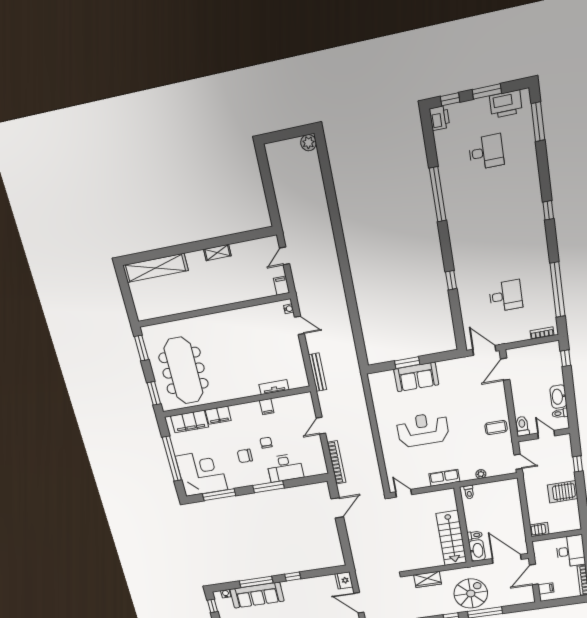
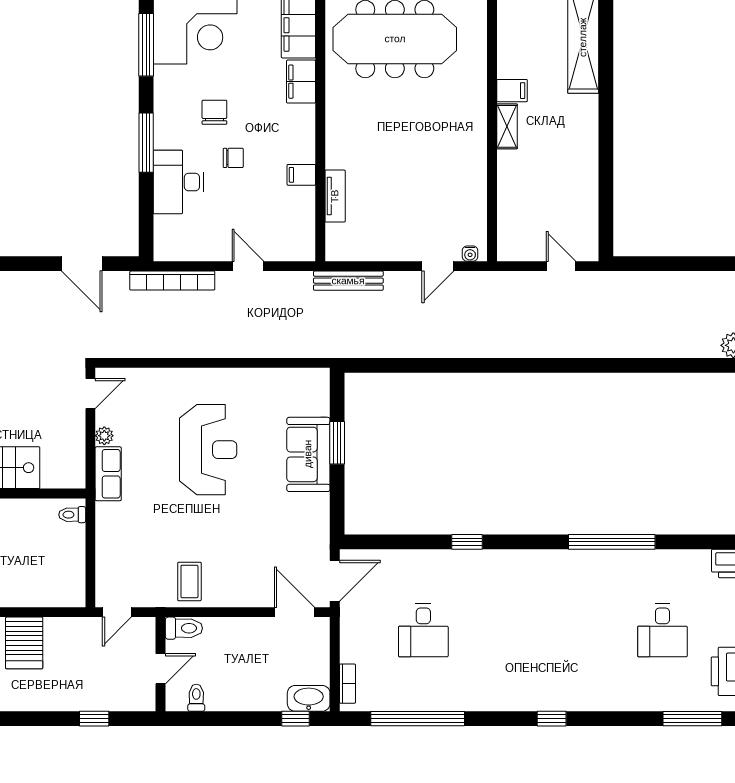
shelving: (217, 253) -> (507, 126), moved
filing cabinet: (282, 286) -> (512, 91), moved
washbasin: (558, 397) -> (309, 698), moved
plant: (481, 474) -> (104, 436), moved
server rack: (563, 492) -> (24, 643), moved, turned 180

